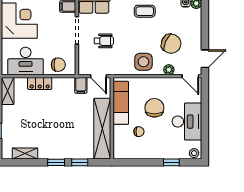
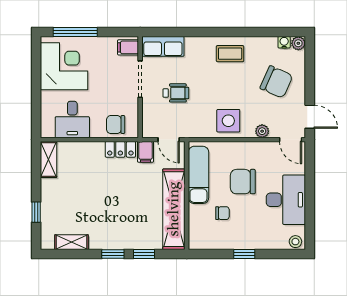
chair: (171, 44) -> (276, 82), moved
door: (205, 59) -> (310, 117), hinge flipped
desk: (26, 61) -> (72, 120), width x0.73
chair: (58, 65) -> (116, 125), turned 180
locker: (40, 83) -> (120, 149), moved
chair: (154, 108) -> (243, 182), turned -90
window: (171, 162) -> (244, 254), moved

